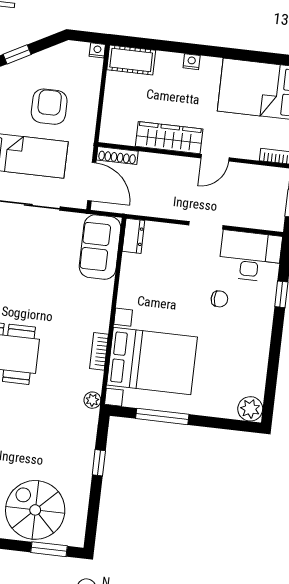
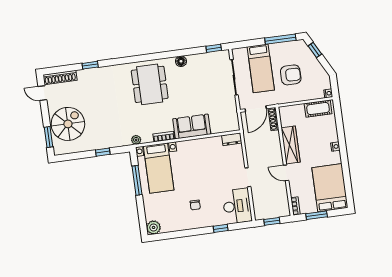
cot: (131, 60) -> (318, 109), moved, turned 90
sofa: (100, 247) -> (192, 127), moved
chair: (219, 299) -> (195, 205), moved
bed with nightstands: (152, 361) -> (159, 168), width x0.73

